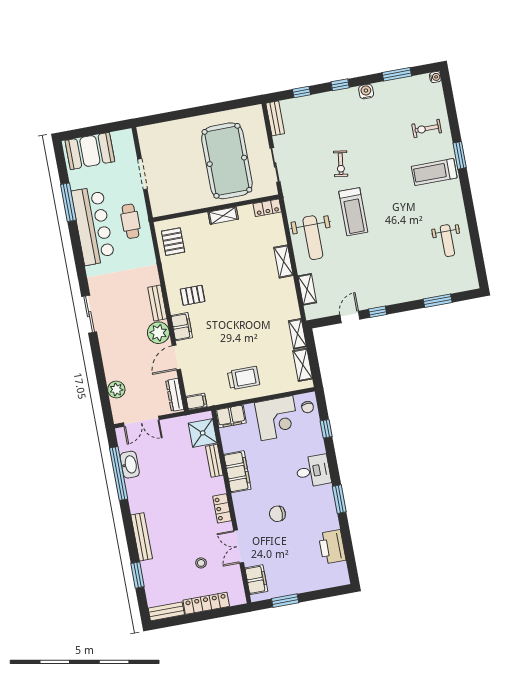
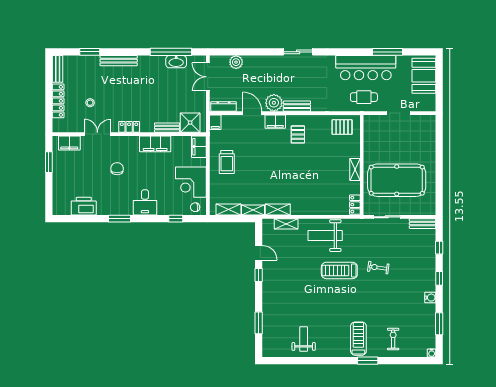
weight bench: (447, 241) -> (304, 339), turned 90
shelving: (283, 261) -> (278, 209), moved

